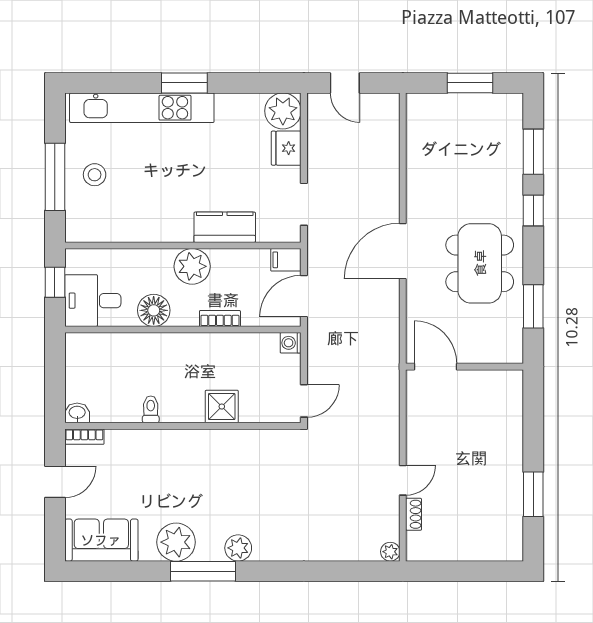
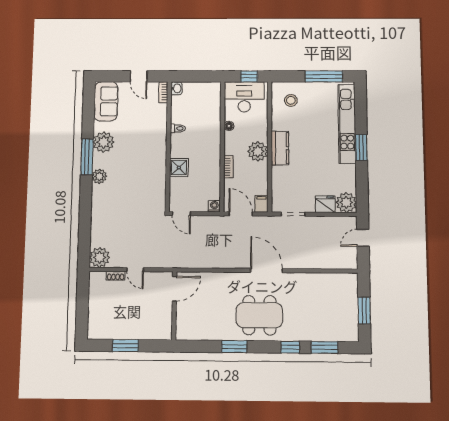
stool: (95, 175) -> (291, 100), moved
window: (55, 177) -> (324, 76), moved
kitchen counter: (225, 227) -> (280, 148), moved
desk: (93, 301) -> (244, 97), width x1.37
floor lamp: (154, 310) -> (229, 126), width x0.53, depth x0.53
door: (435, 367) -> (174, 289), moved
wall: (465, 367) -> (174, 306), moved
plant: (390, 552) -> (100, 257), width x1.87, depth x1.87

